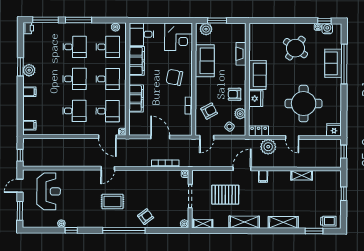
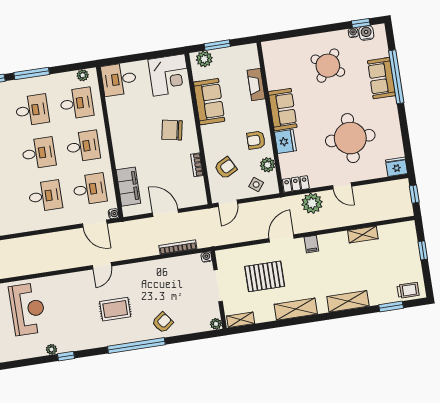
filing cabinet: (137, 61) -> (118, 116), removed
filing cabinet: (136, 98) -> (128, 187), moved

